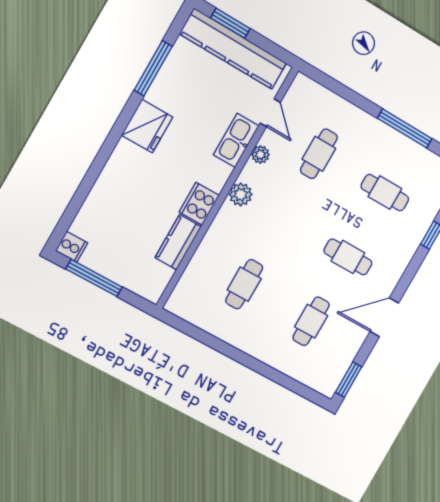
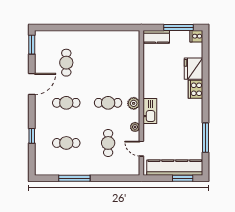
fridge: (147, 126) -> (193, 69), moved
kitchen sink: (236, 140) -> (150, 111), moved
cooker: (199, 204) -> (196, 89), moved, turned 180
kitchen counter: (178, 242) -> (156, 37), moved, turned 90
cafe table: (244, 284) -> (108, 103), moved, turned 90

